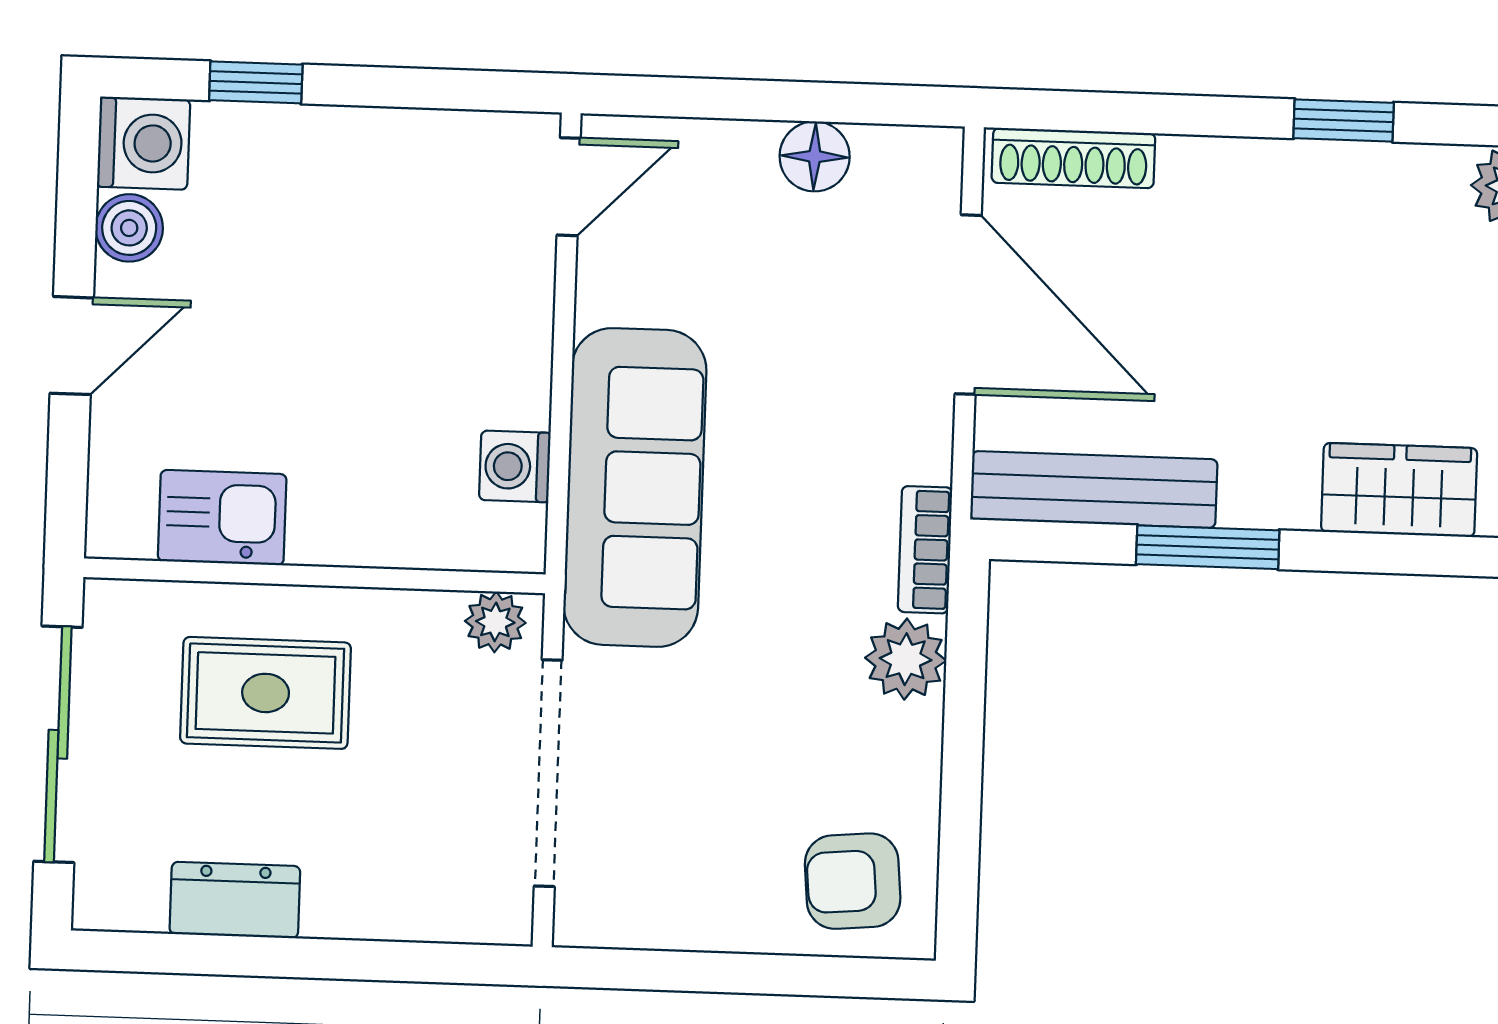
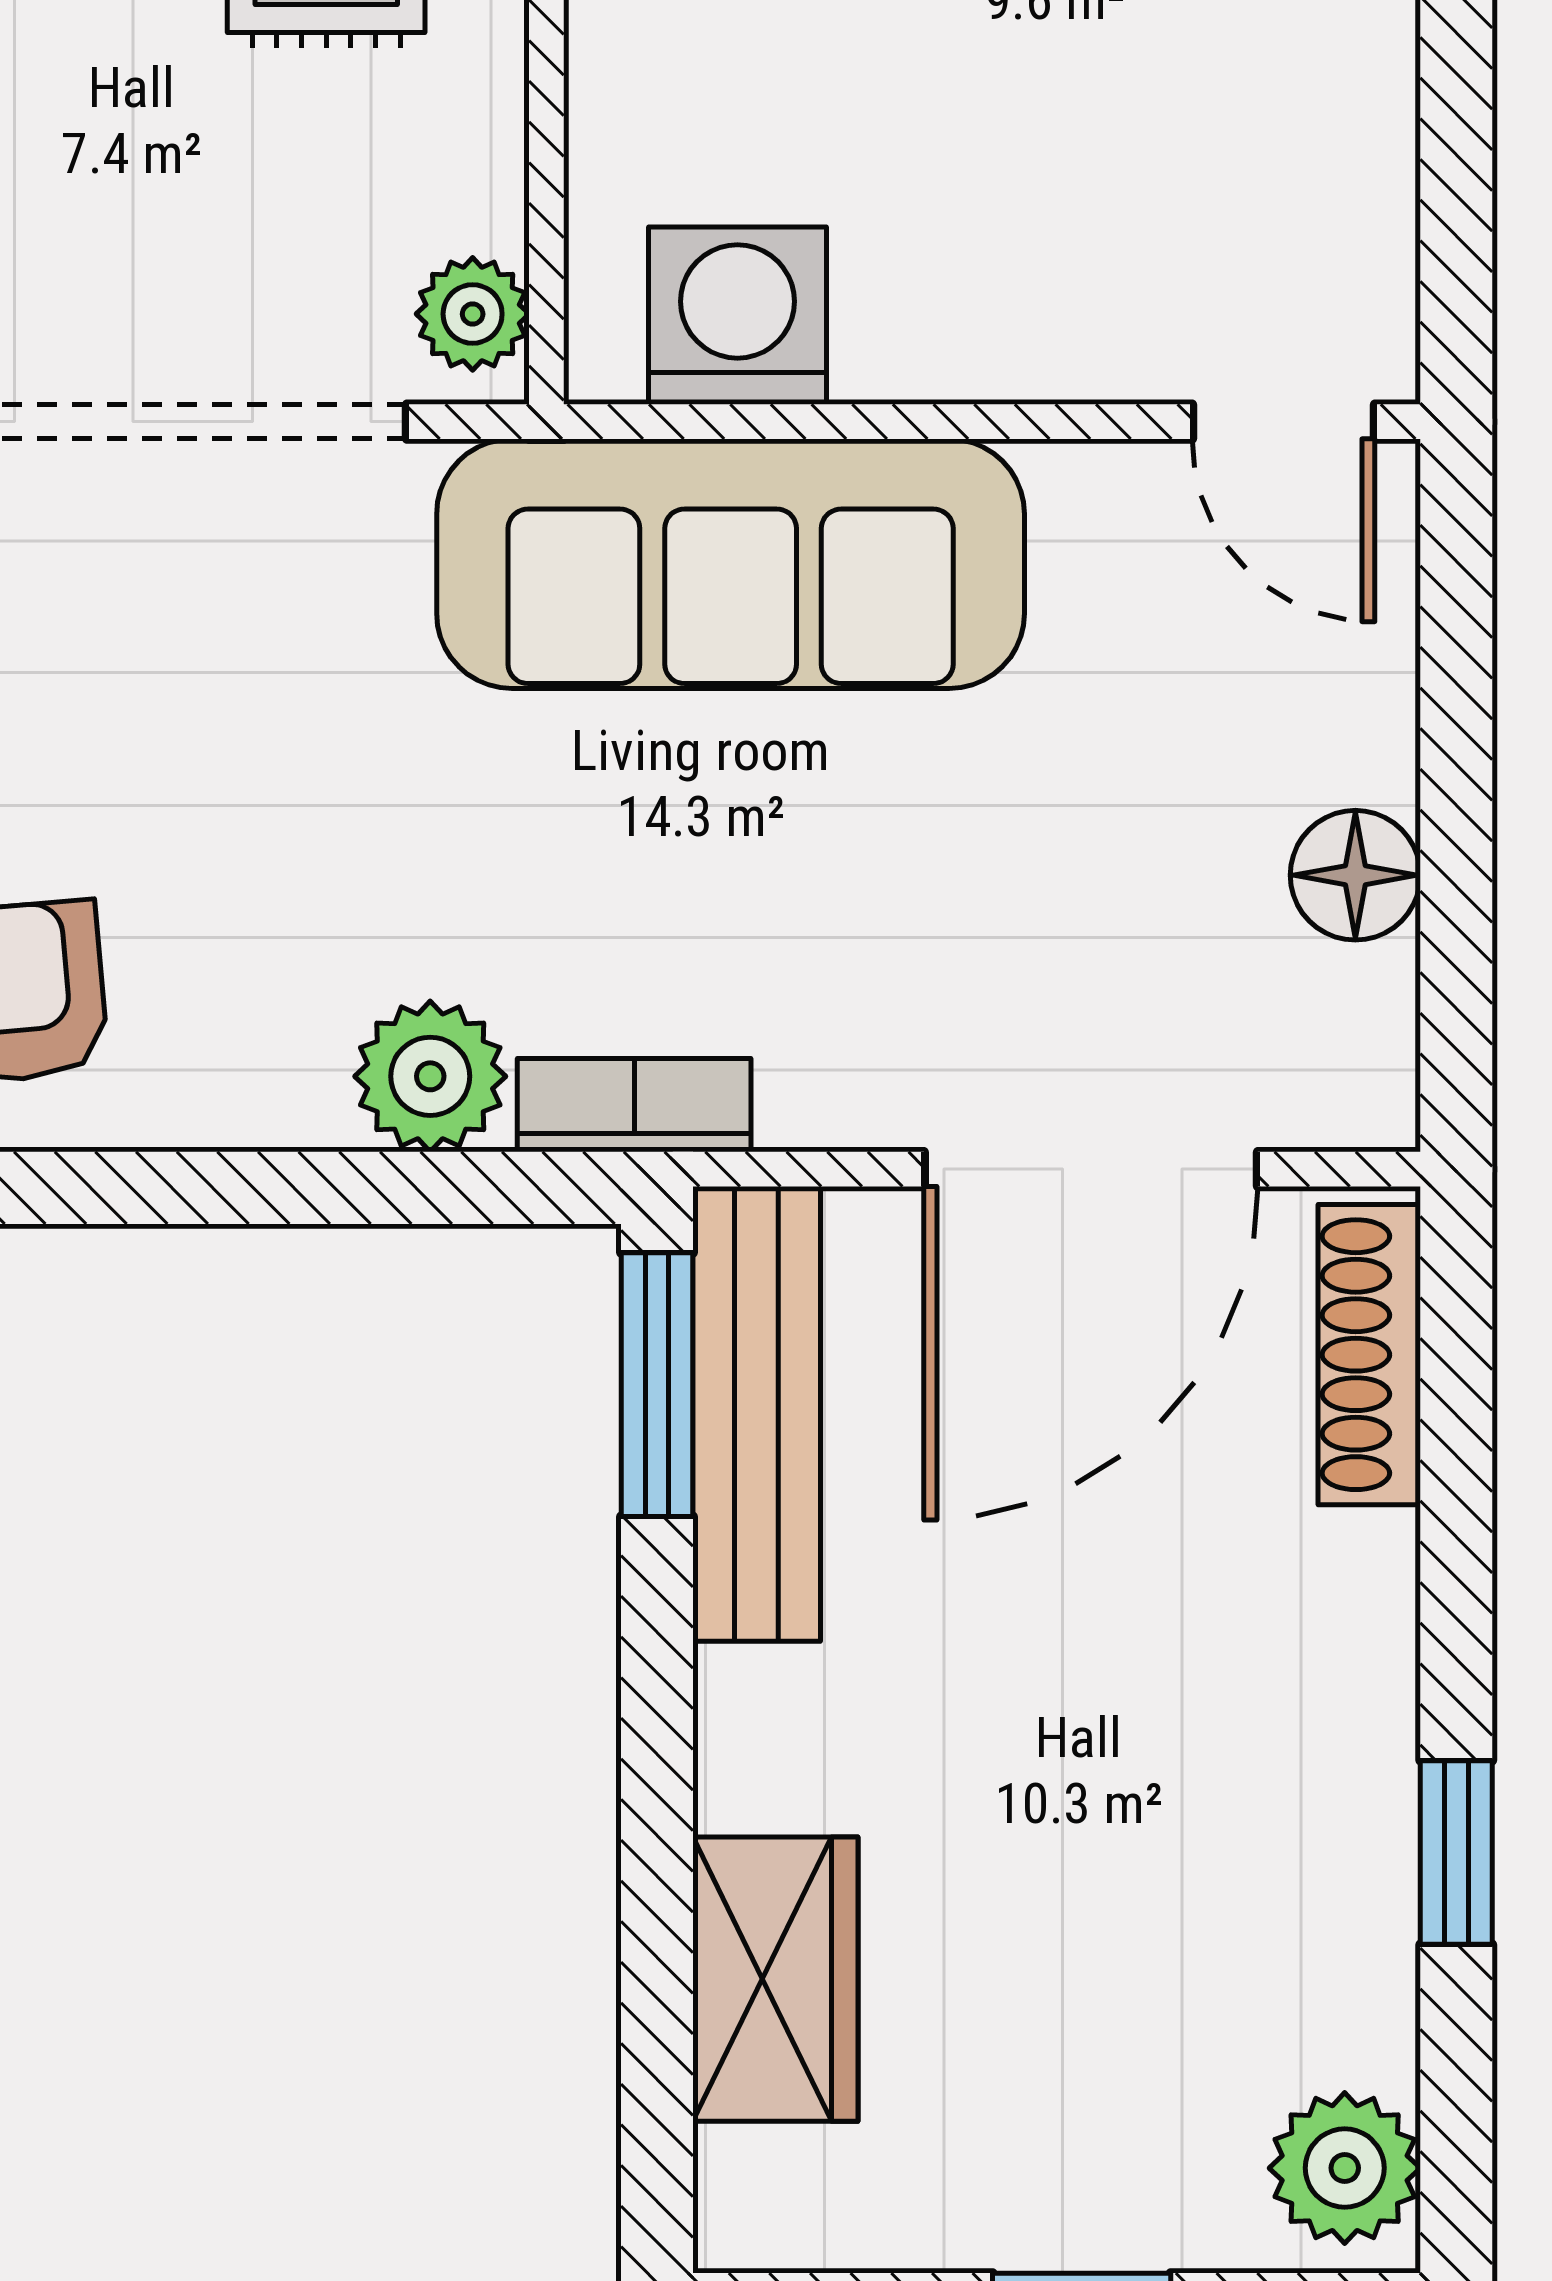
washing machine: (515, 466) -> (737, 316), width x1.38, depth x1.38
window: (1208, 547) -> (657, 1385), moved

